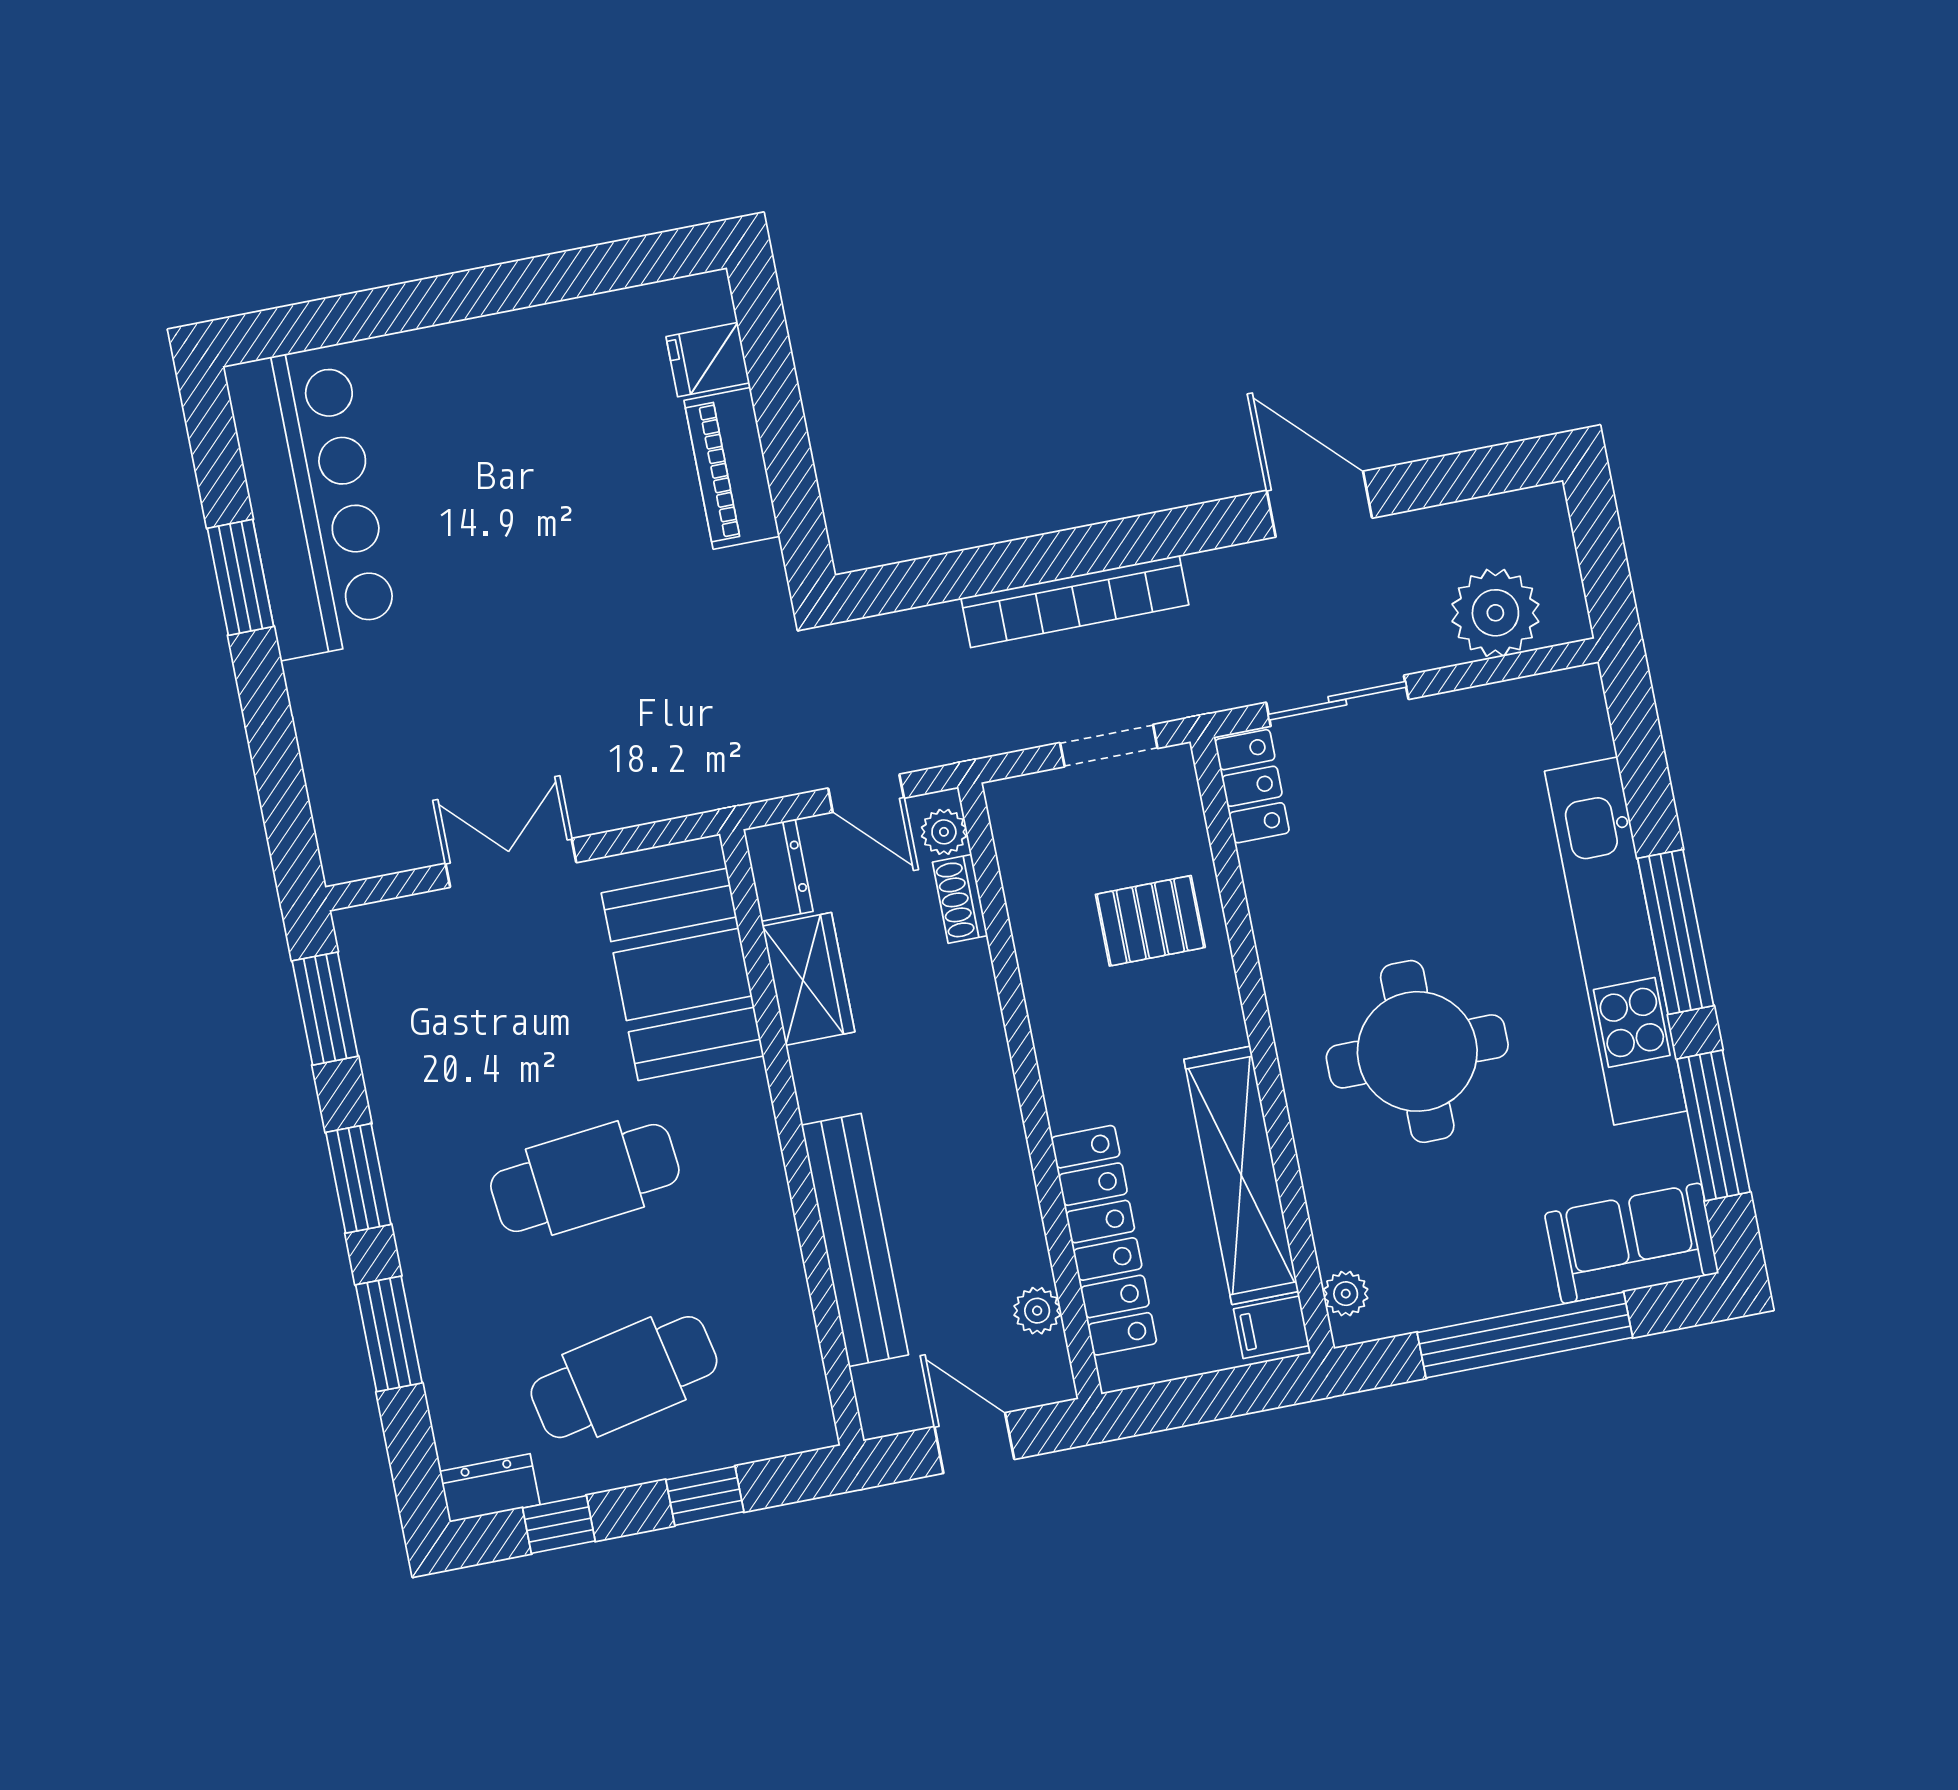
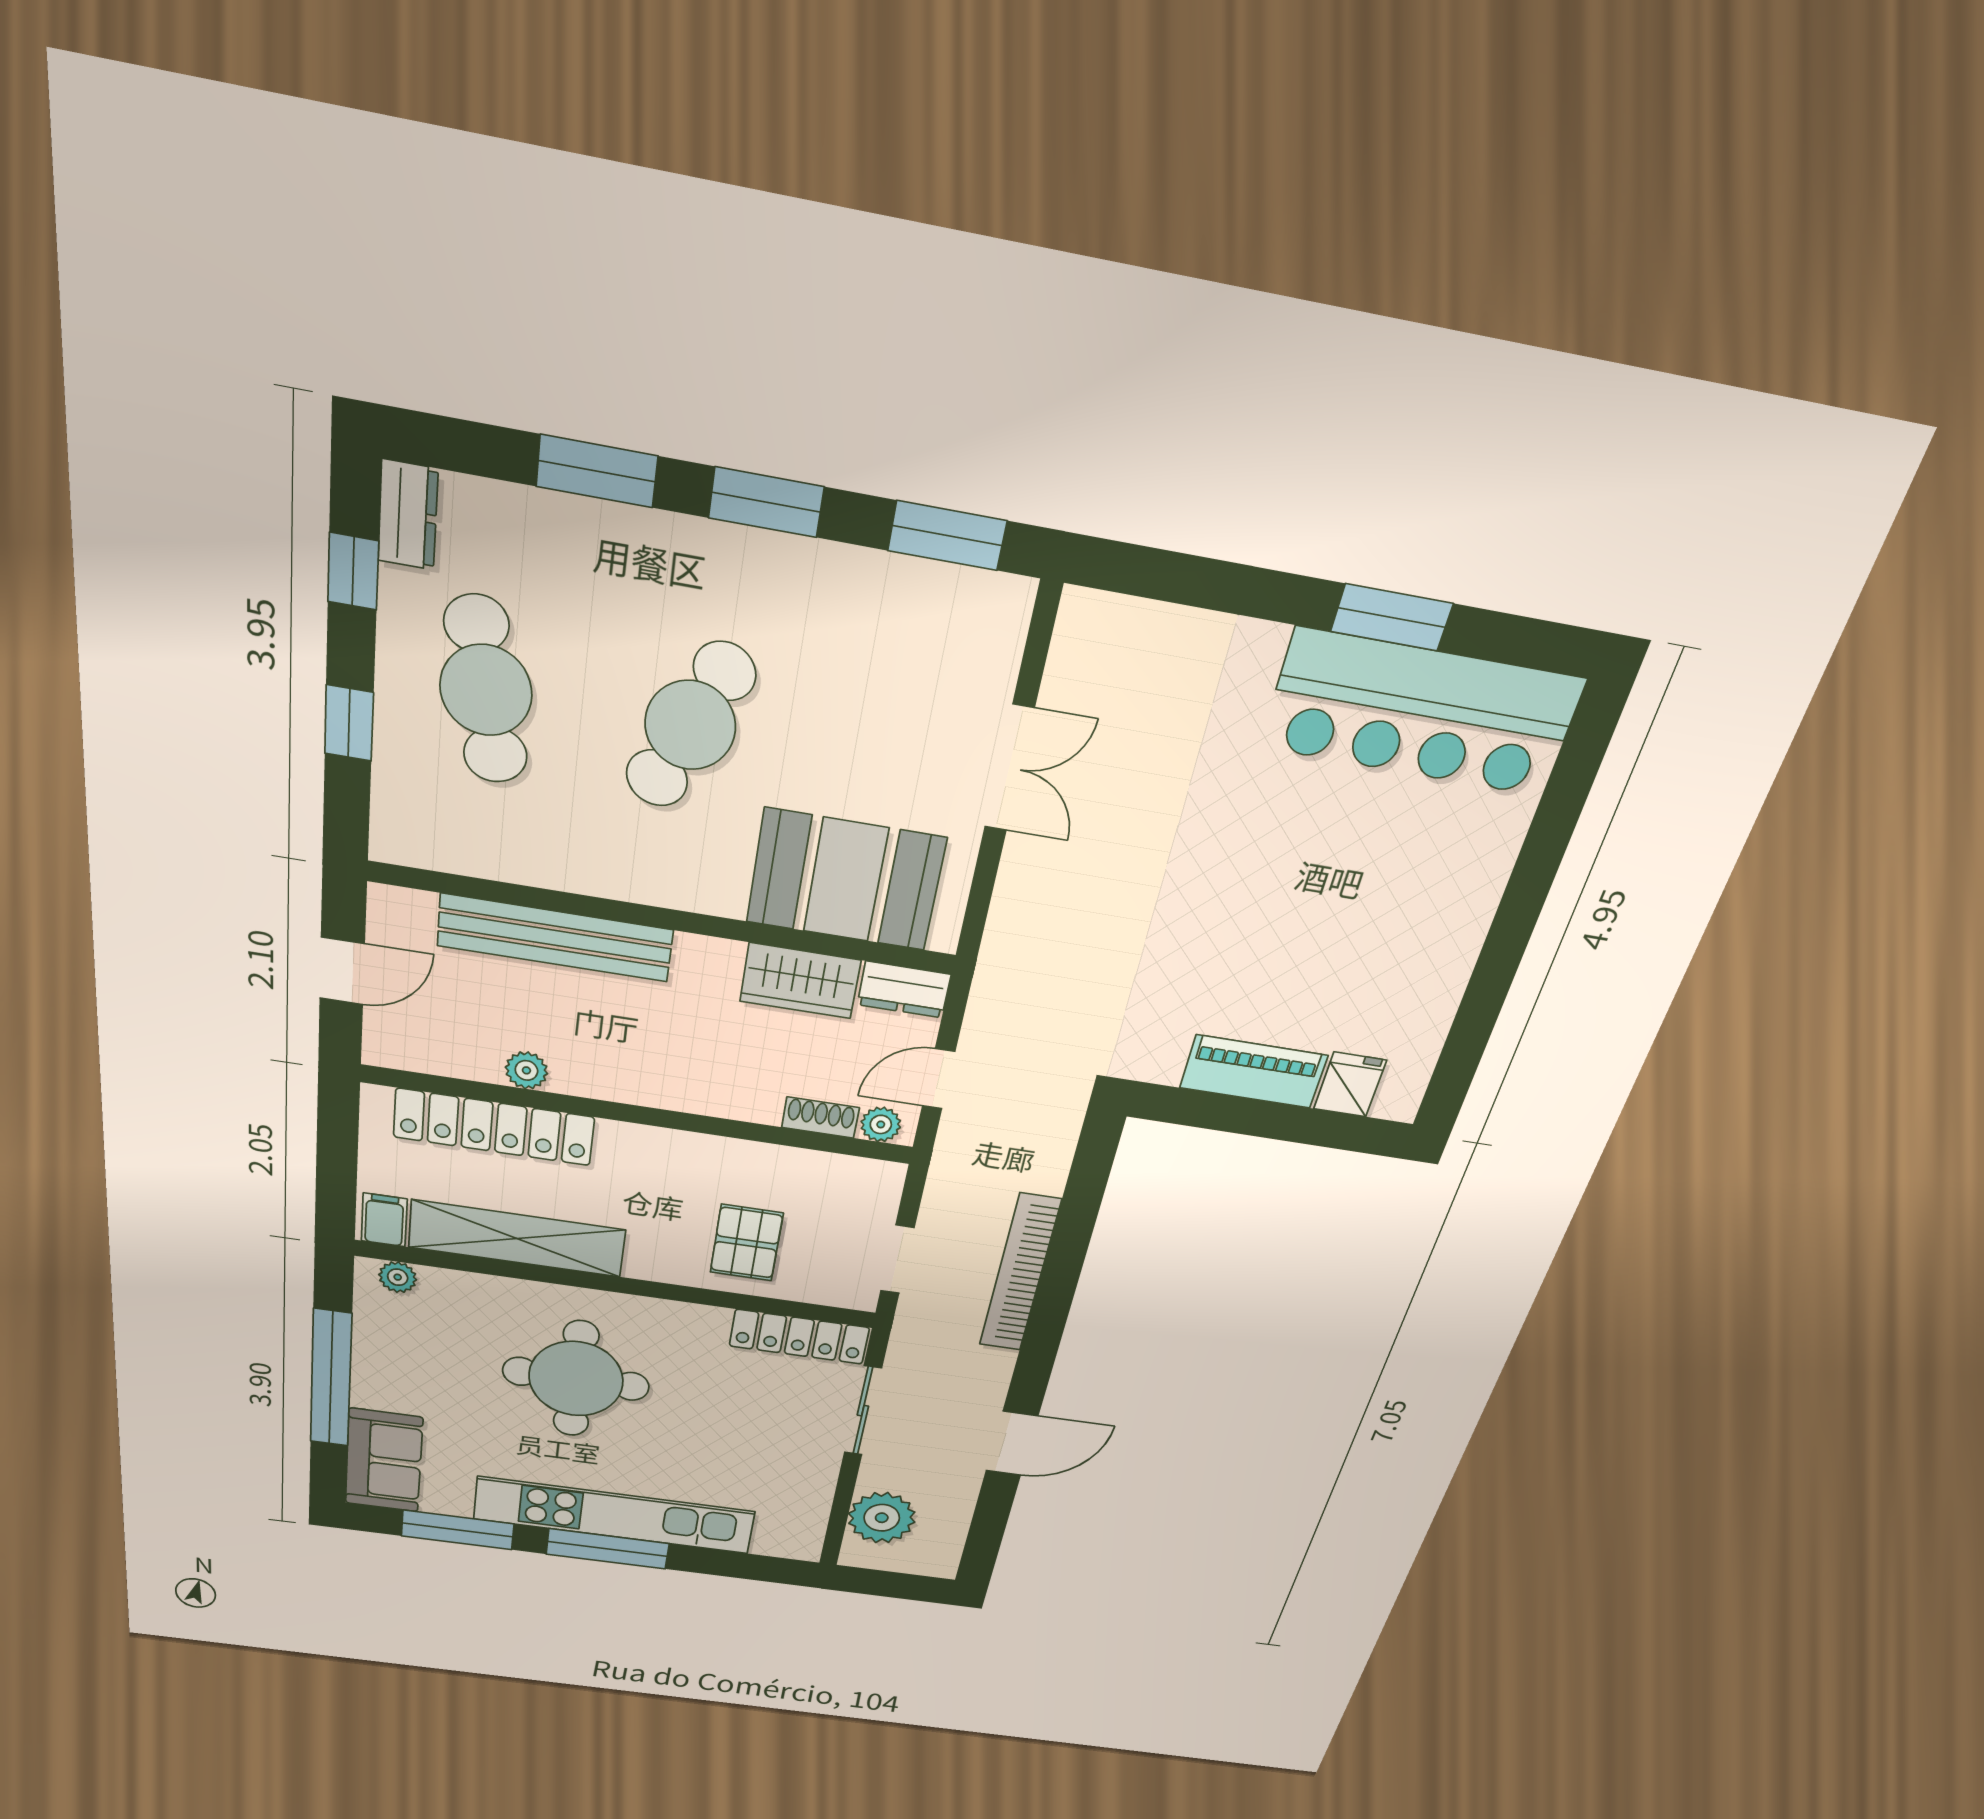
locker: (1252, 786) -> (799, 1337), width x1.53
cafe table: (585, 1178) -> (690, 725), turned 30
plant: (1037, 1311) -> (526, 1070), moved

